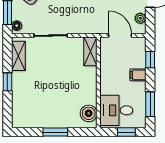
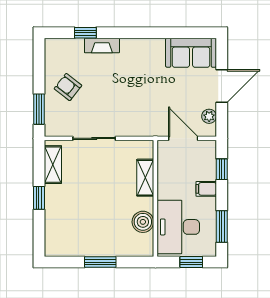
floor lamp: (17, 26) -> (51, 126), removed
shelving: (90, 51) -> (145, 178), moved
desk: (116, 110) -> (178, 227), width x1.37
boiler: (89, 113) -> (143, 222), moved

